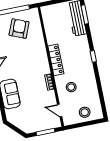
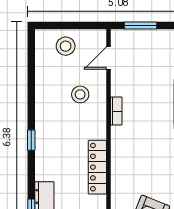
locker: (56, 60) -> (97, 167), moved
door: (60, 110) -> (108, 58), swing flipped

